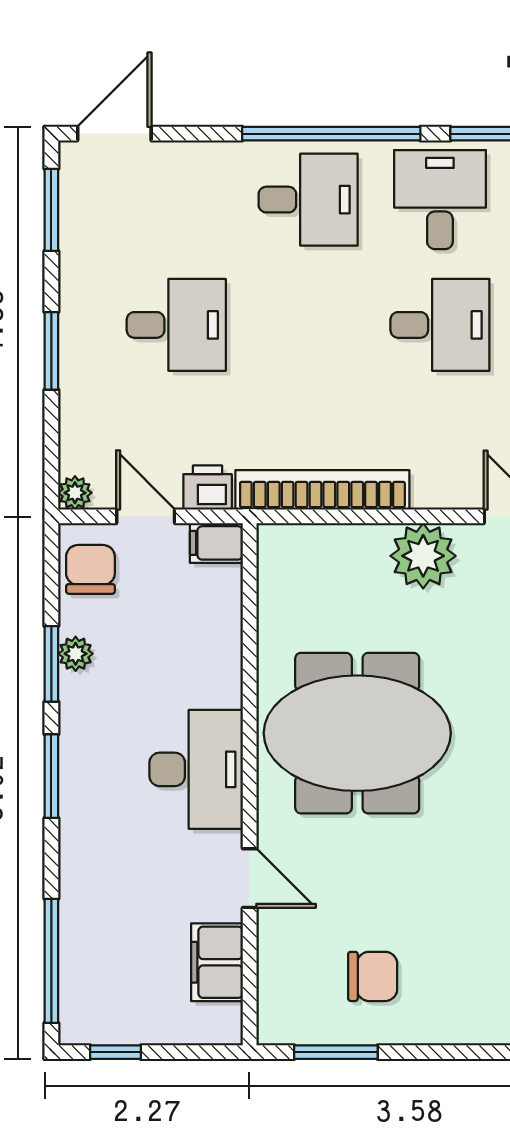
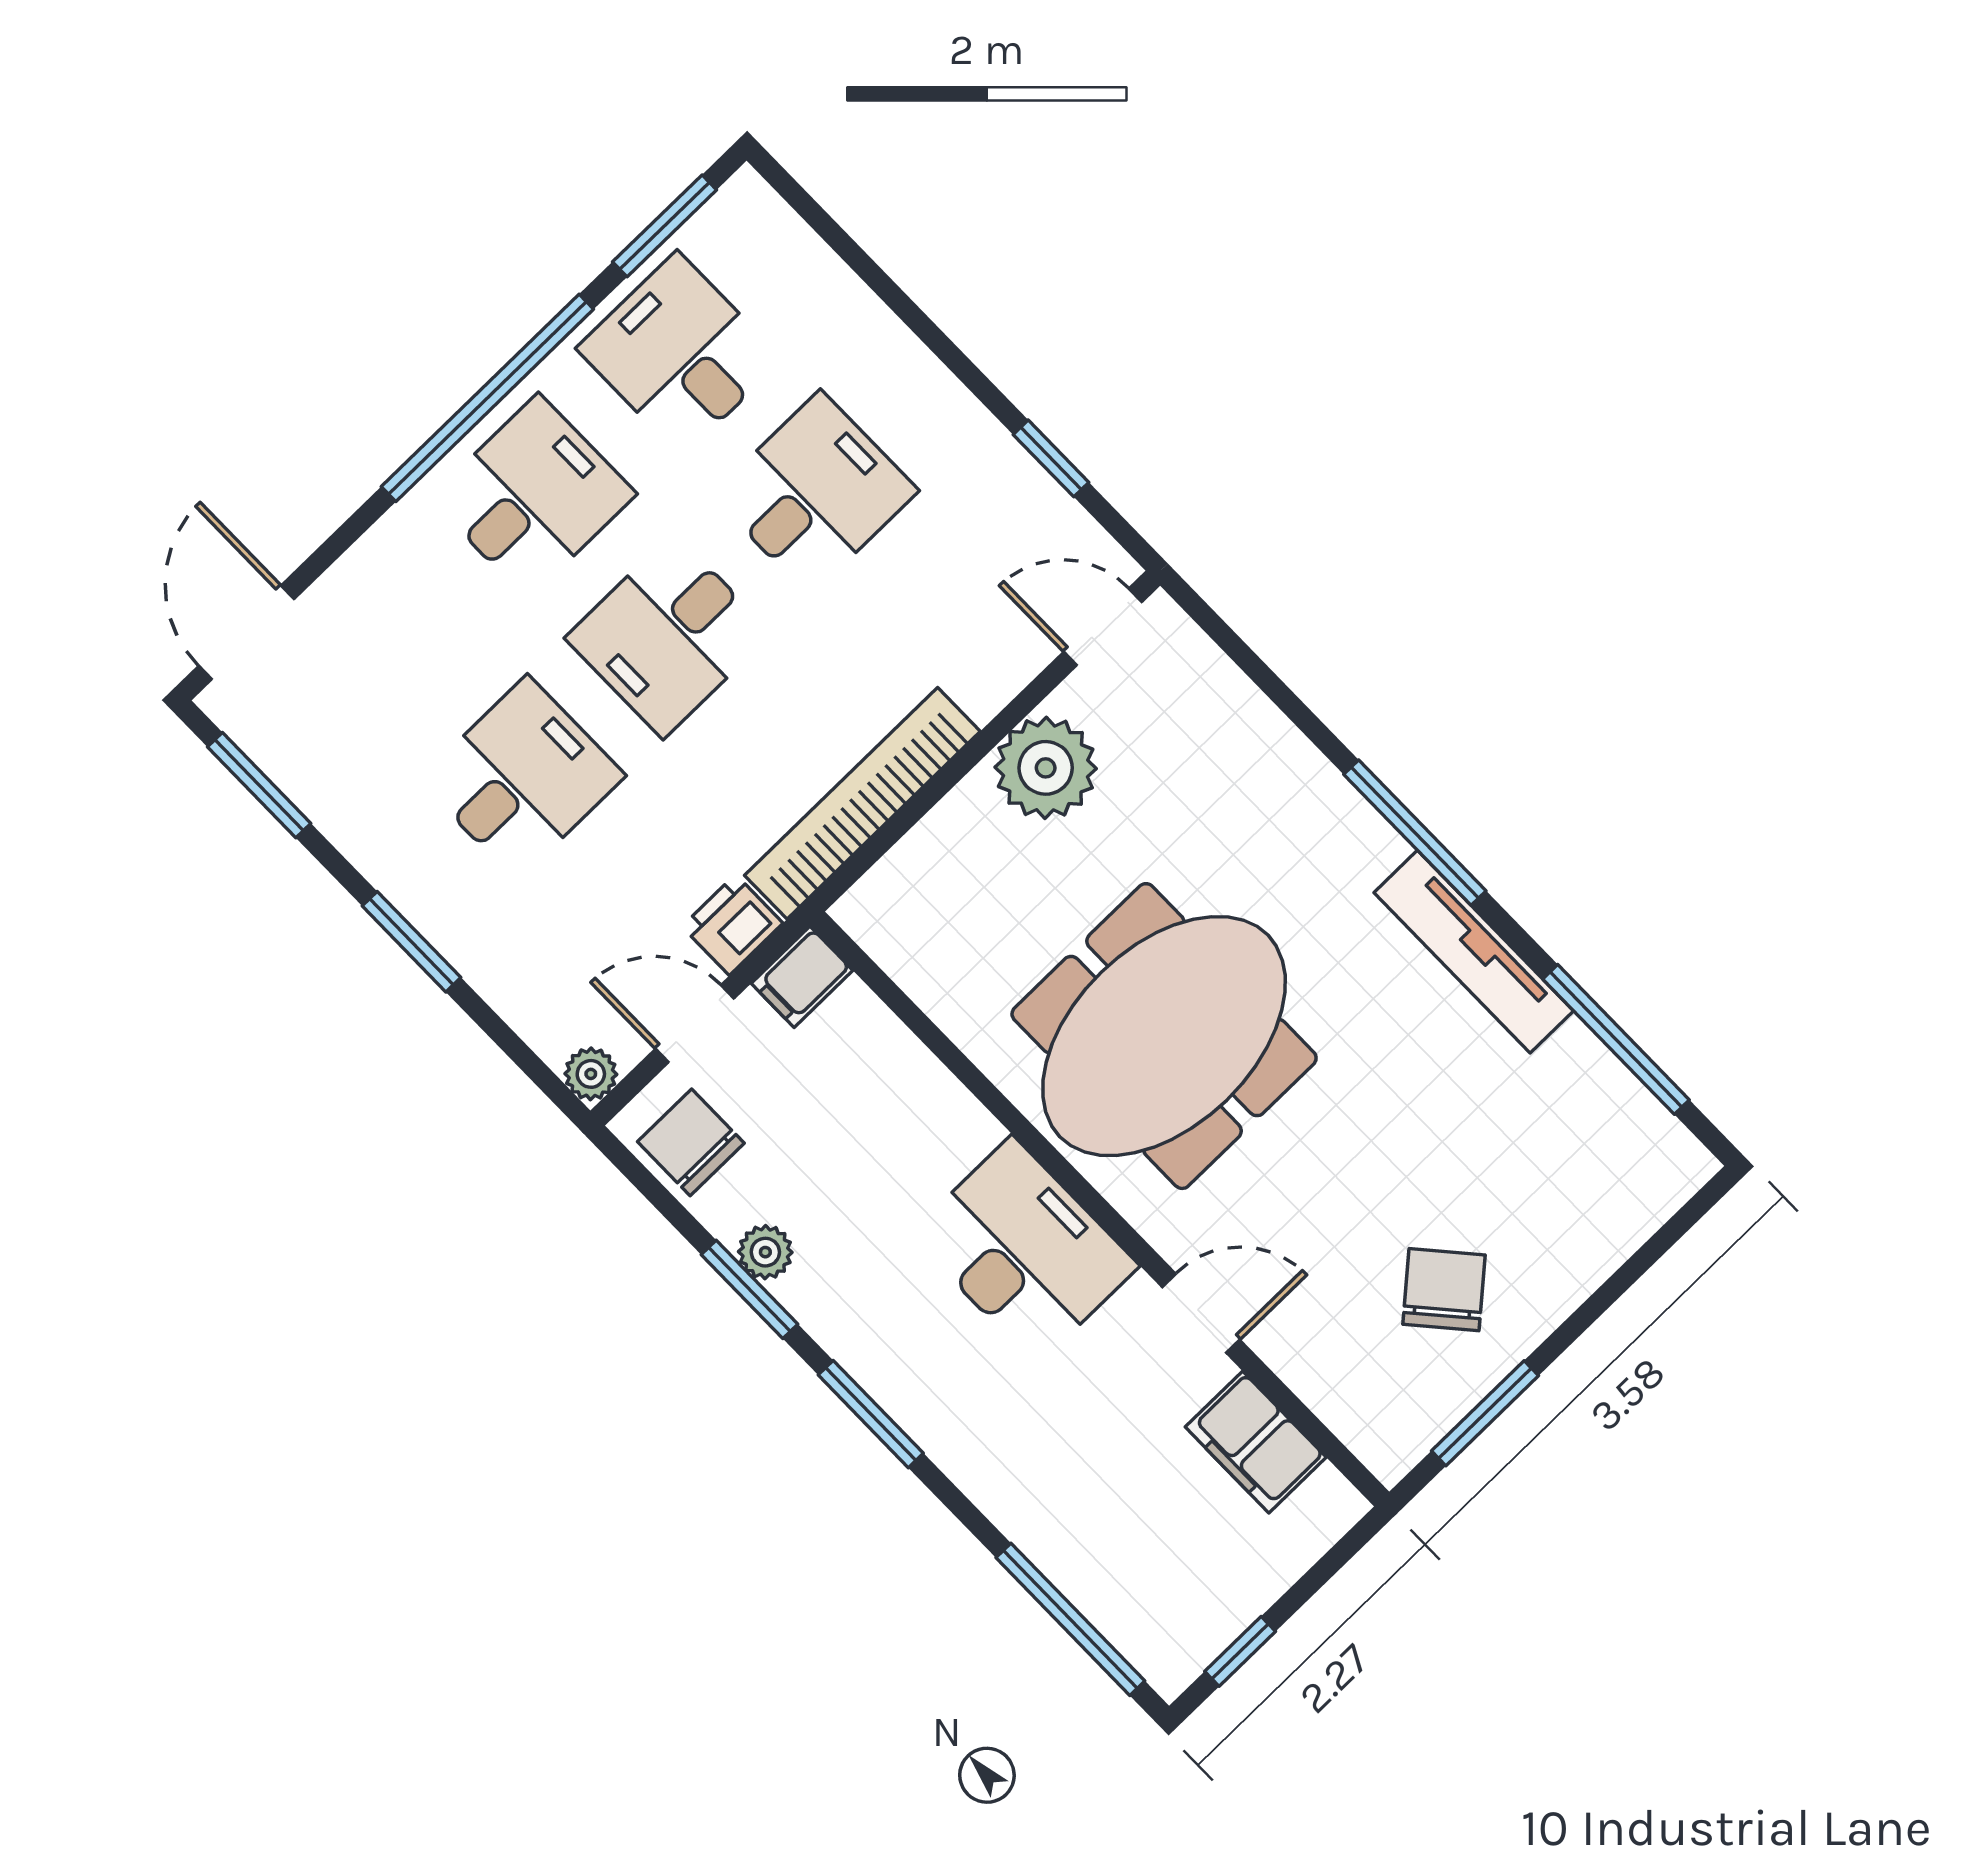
desk: (308, 325) -> (668, 636), added
chair: (373, 976) -> (1444, 1290), turned -41

